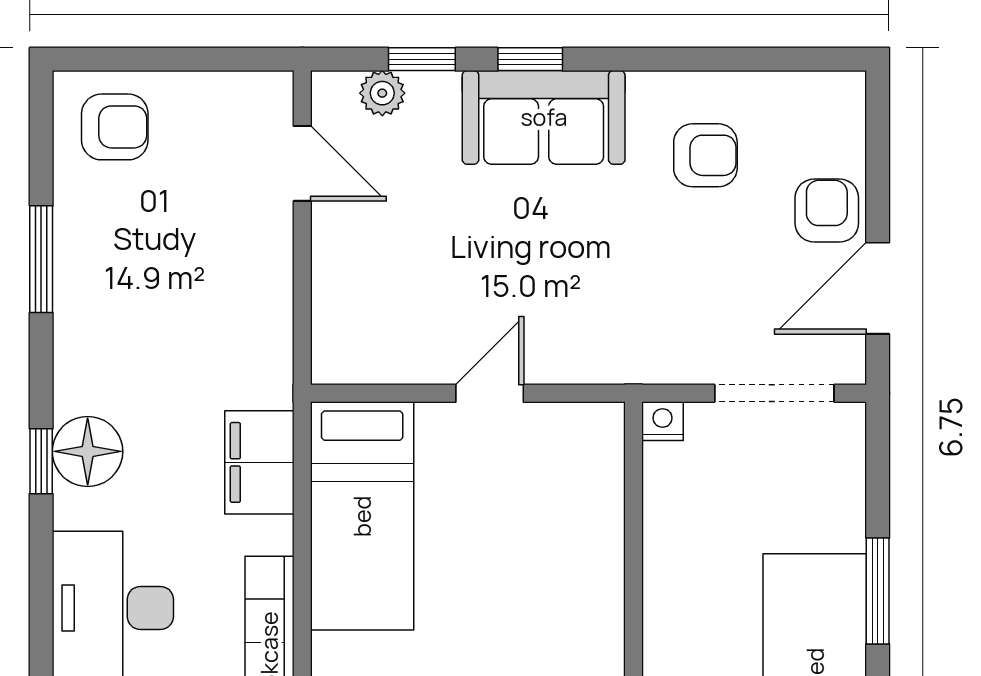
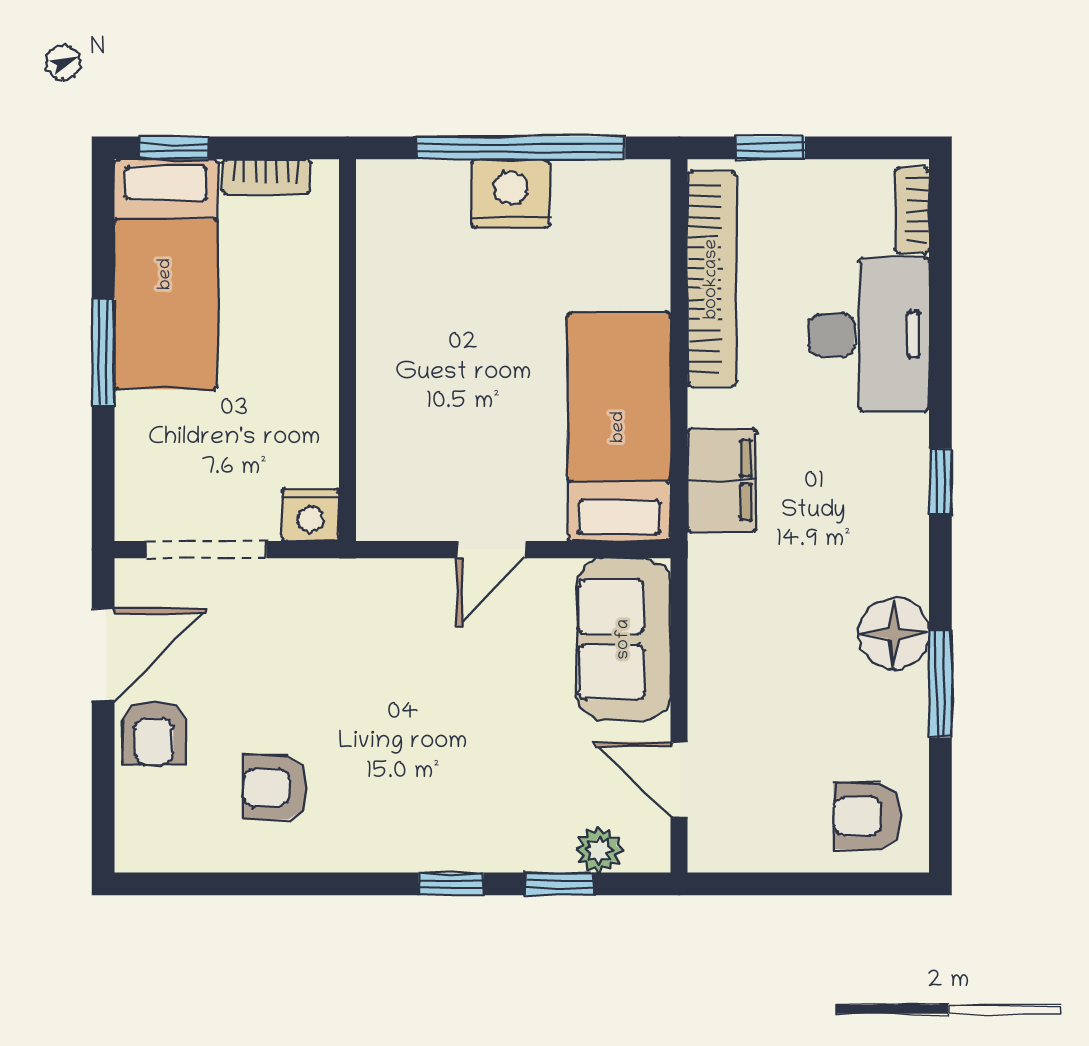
sofa: (544, 117) -> (624, 639), moved, turned -90
nightstand: (663, 421) -> (310, 515), width x1.39, depth x1.35
floor lamp: (88, 451) -> (894, 633), moved

